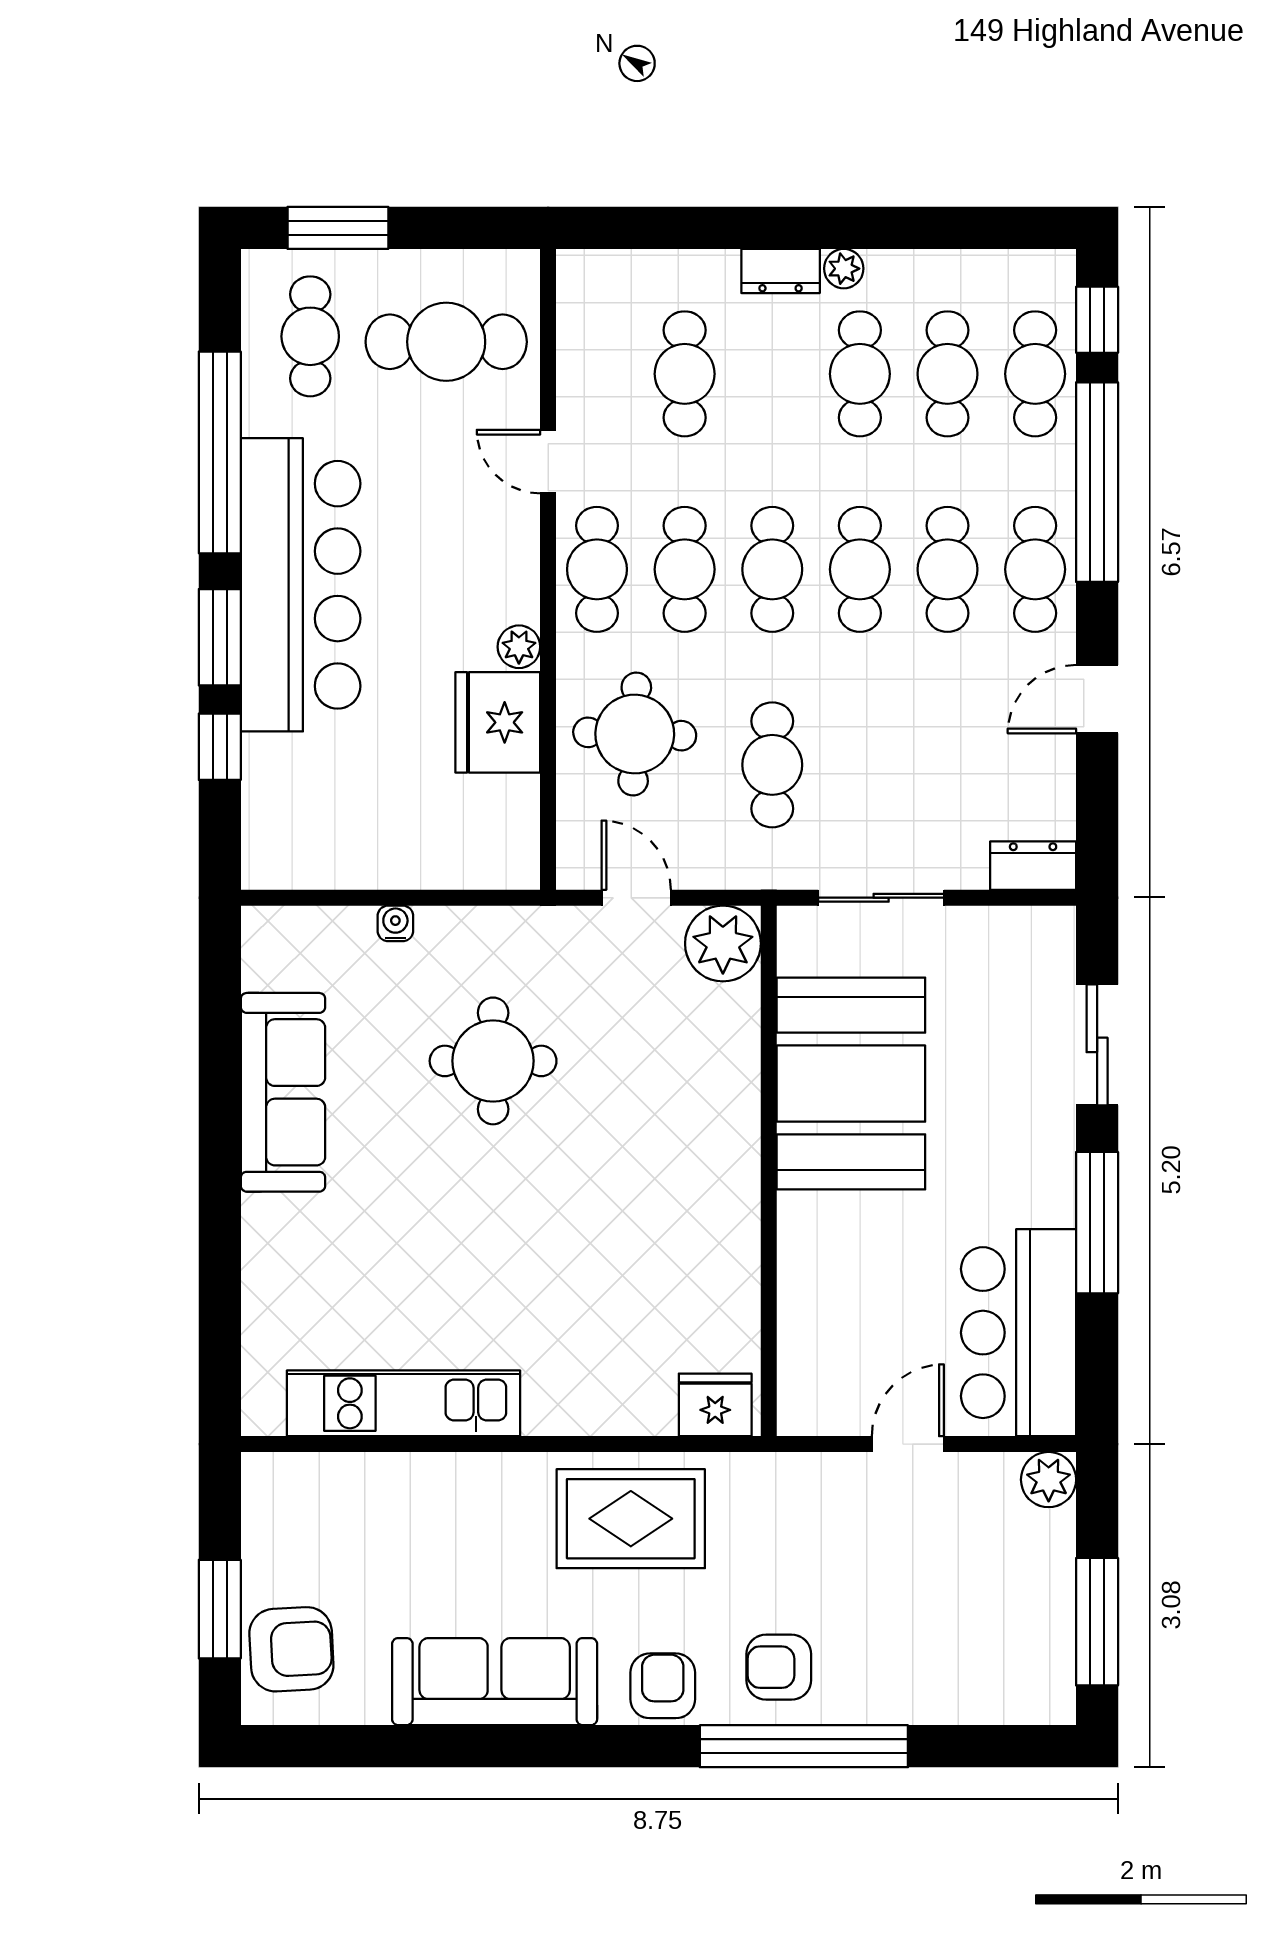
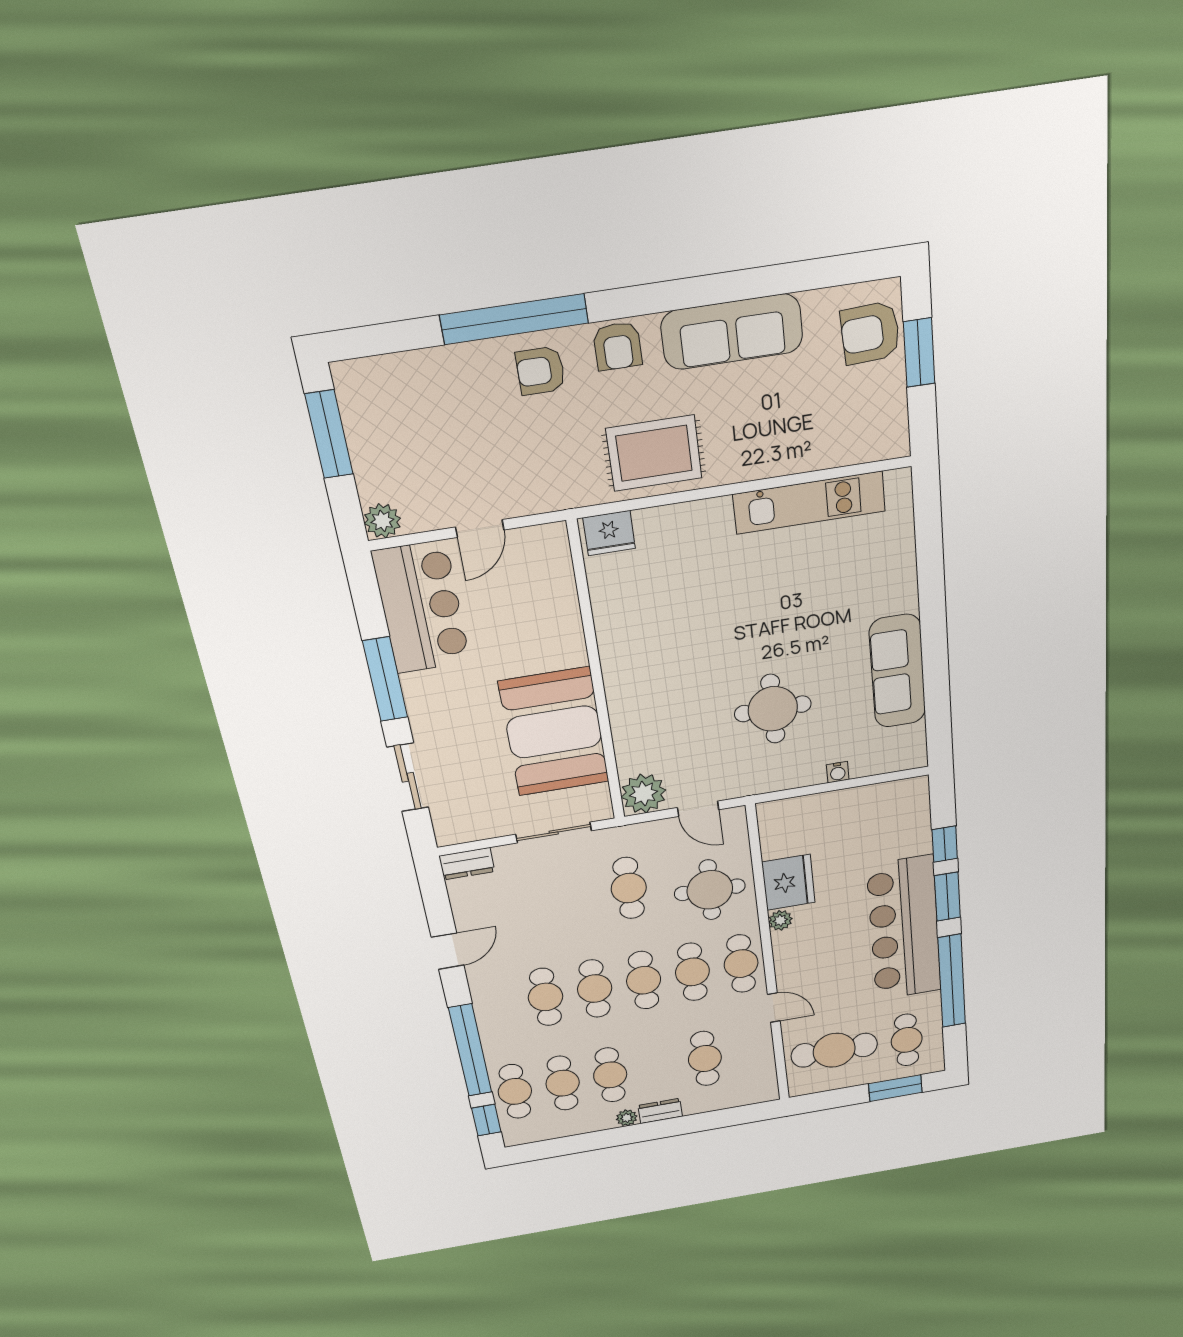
cafe table: (1035, 569) -> (496, 1005), removed
armchair: (779, 1667) -> (540, 371), turned 180

